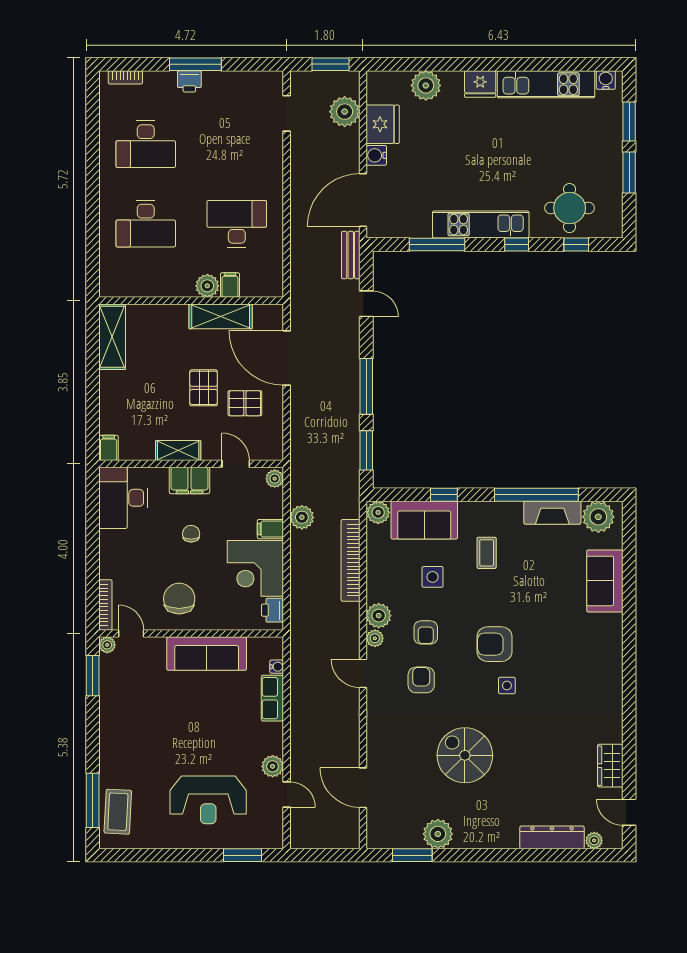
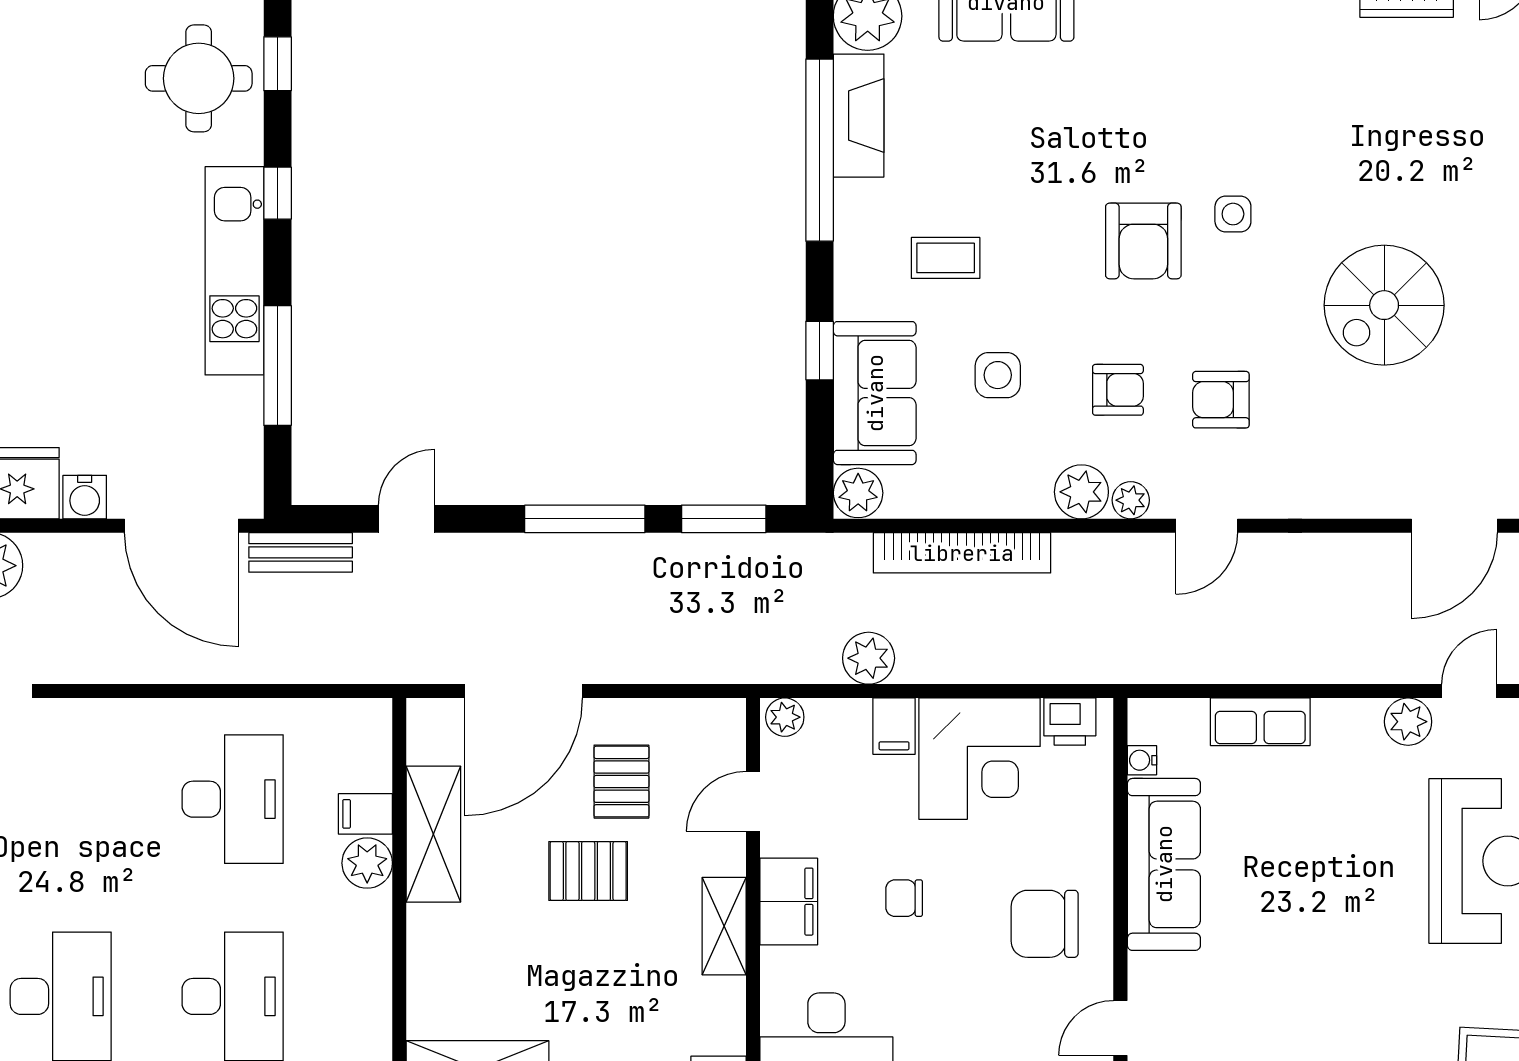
desk: (237, 224) -> (233, 799), turned 180
water cooler: (277, 667) -> (1142, 760), moved, turned -90

